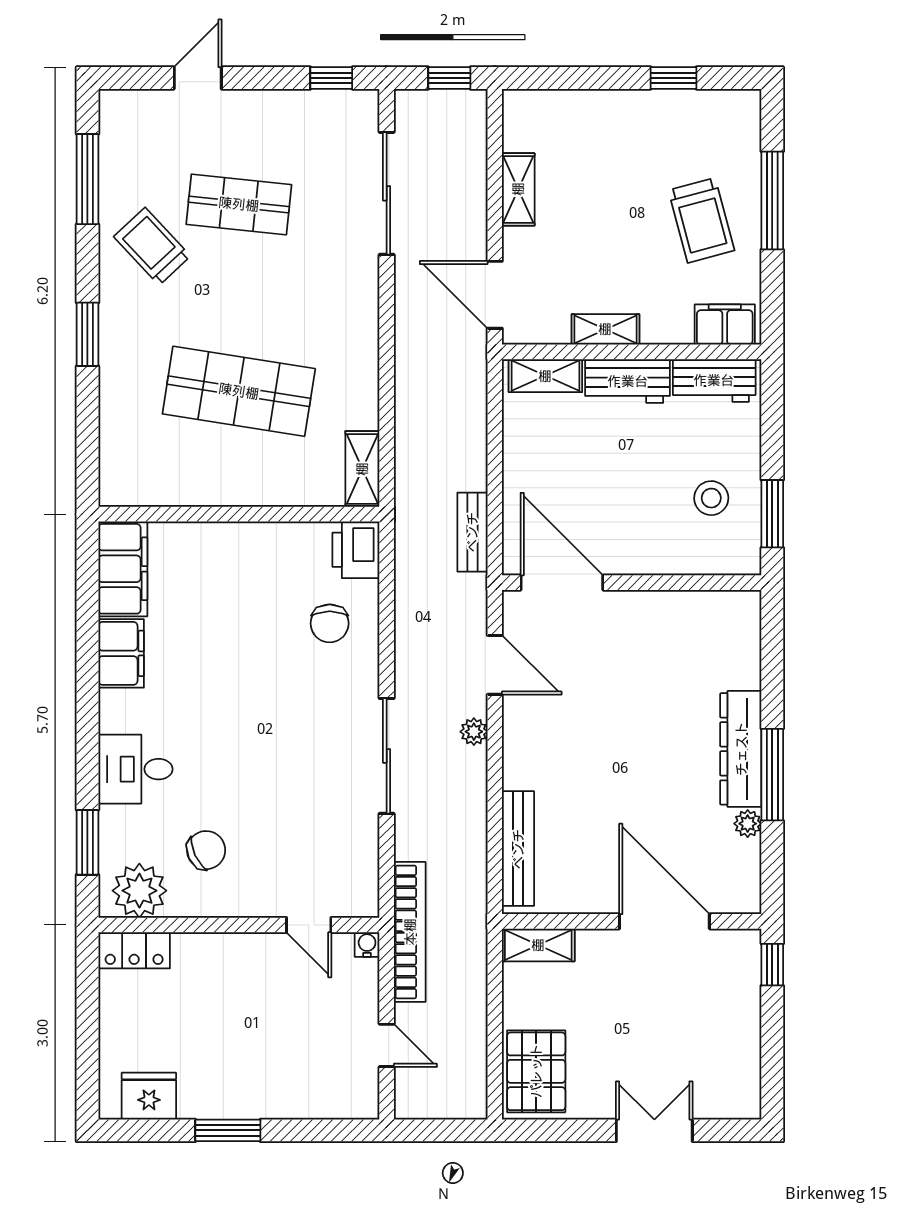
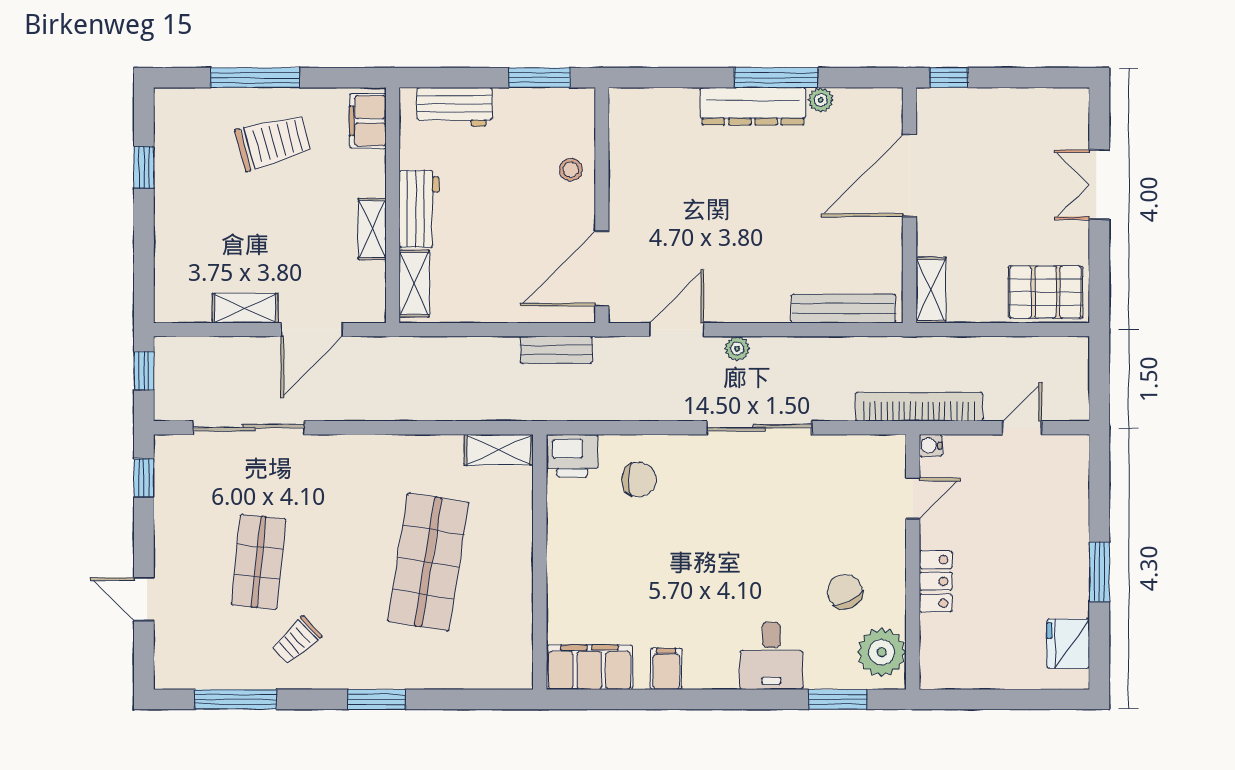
trolley: (152, 246) -> (297, 641), width x0.73, depth x0.72
door: (495, 295) -> (312, 330), moved
workbench: (714, 380) -> (454, 107), moved, turned 90
stool: (711, 498) -> (571, 170), moved, width x0.73, depth x0.73
filing cabinet: (121, 653) -> (666, 669), width x0.50
locker: (134, 950) -> (936, 581), moved

